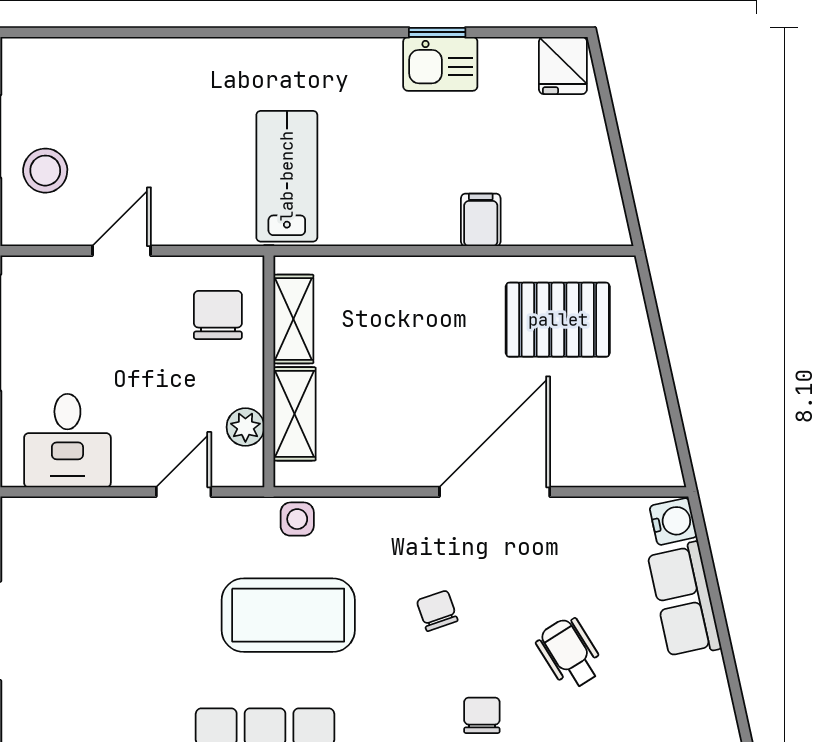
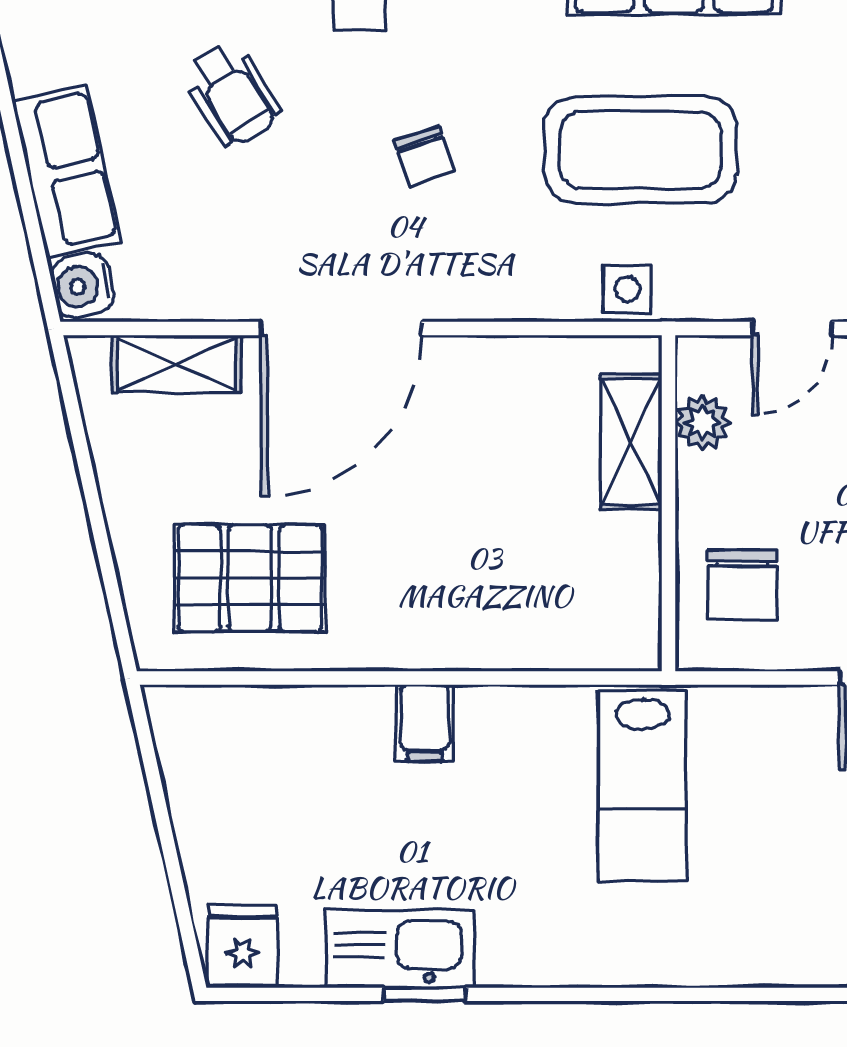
kitchen sink: (440, 64) -> (400, 949), width x1.38
filing cabinet: (481, 220) -> (425, 723), moved
shelving: (293, 319) -> (176, 364), moved, turned 90

